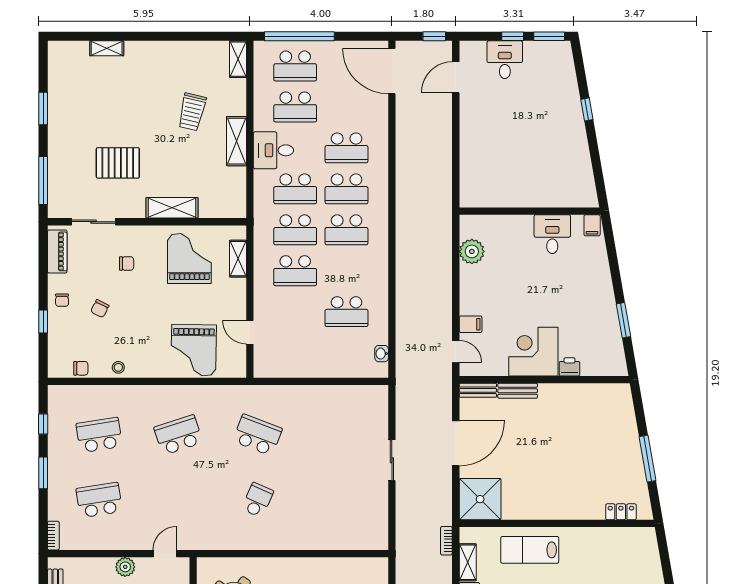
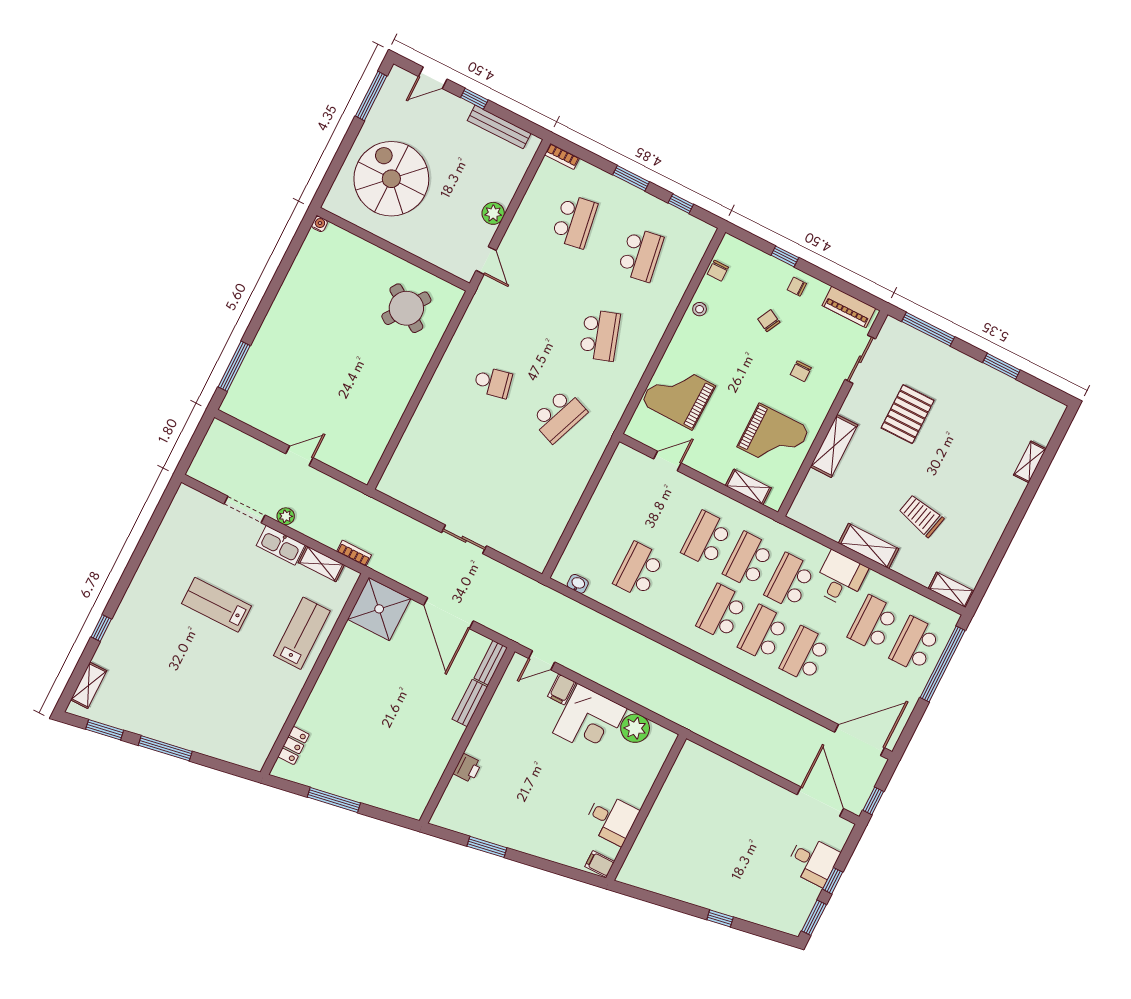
door: (456, 77) -> (820, 802), width x1.36
corner desk: (533, 352) -> (590, 721), moved, turned 90
school desk: (257, 500) -> (493, 382), turned -36

